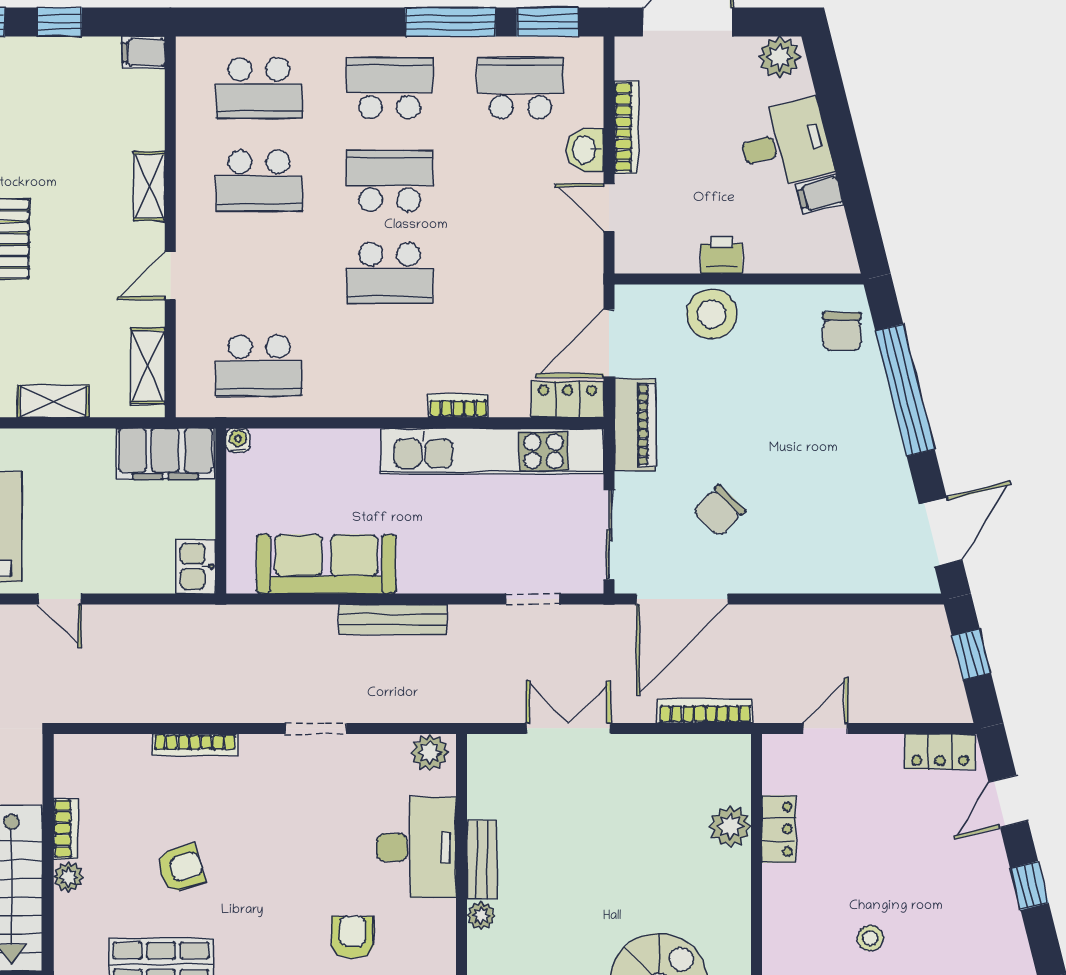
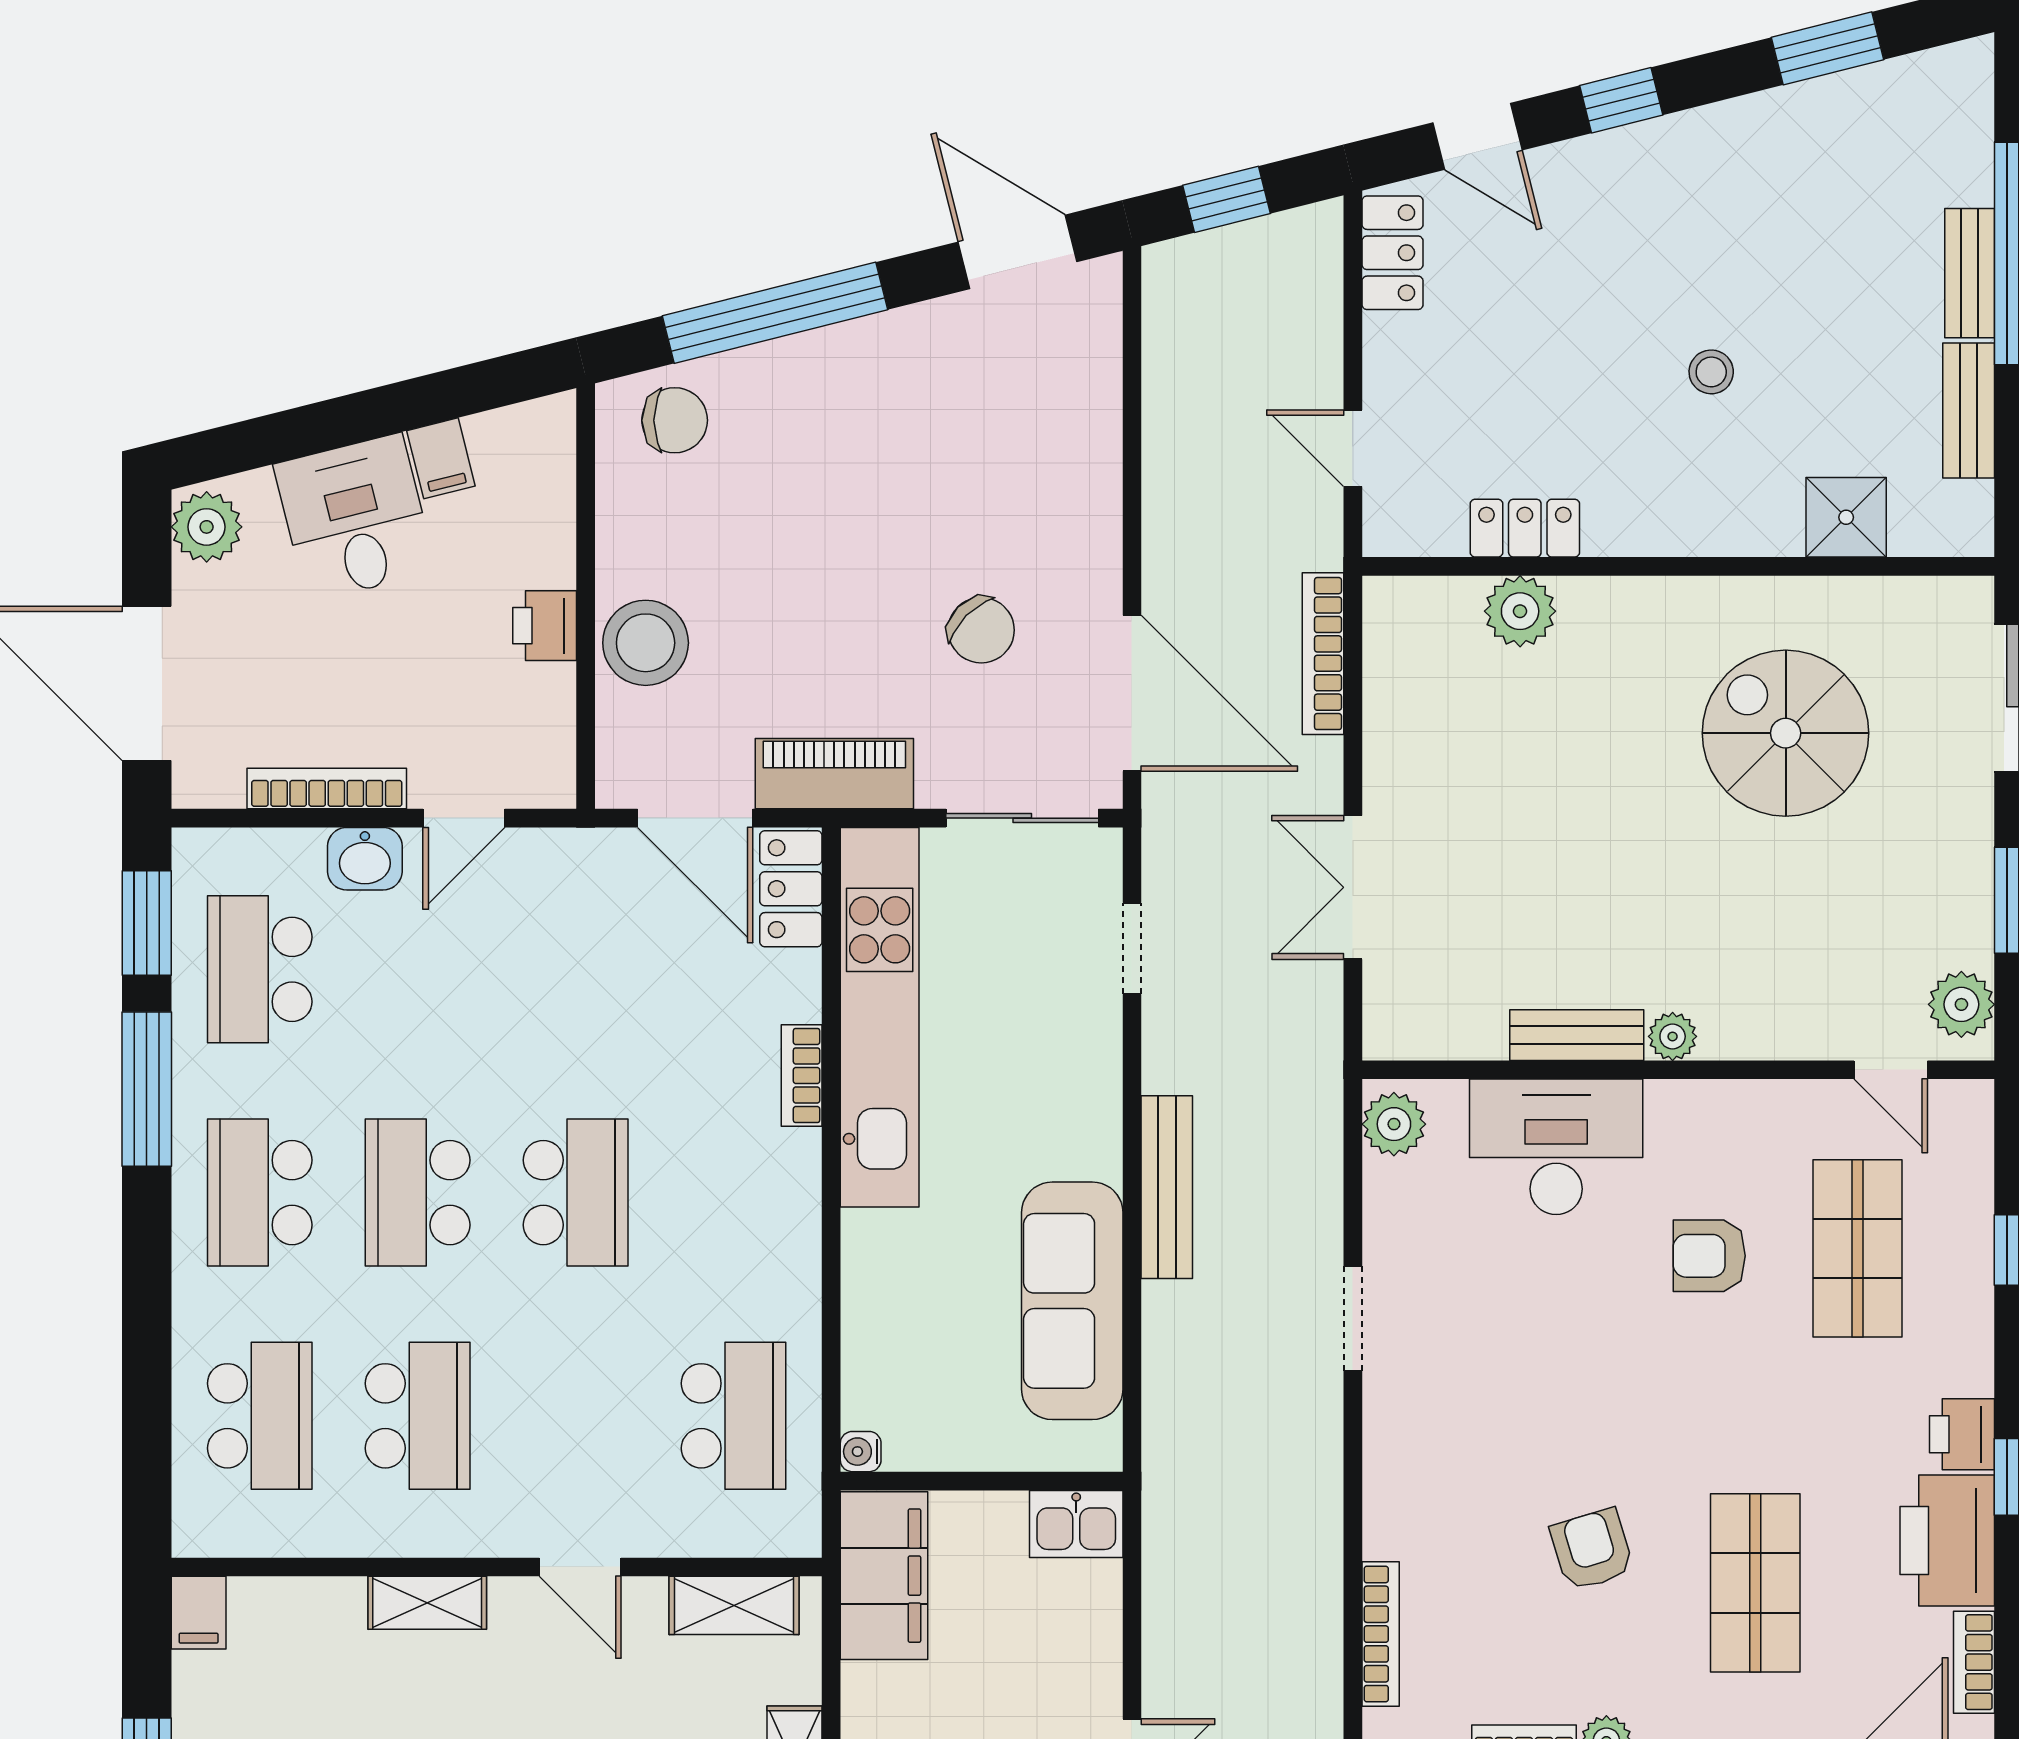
bookcase: (195, 745) -> (1381, 1634), moved

